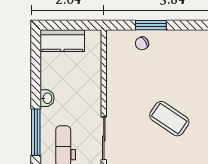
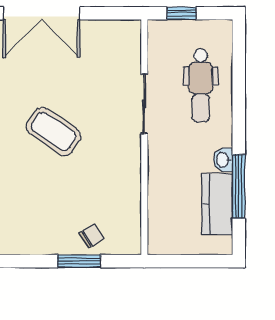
kitchen counter: (62, 41) -> (217, 204), moved, turned -90
window: (36, 132) -> (239, 186), moved

